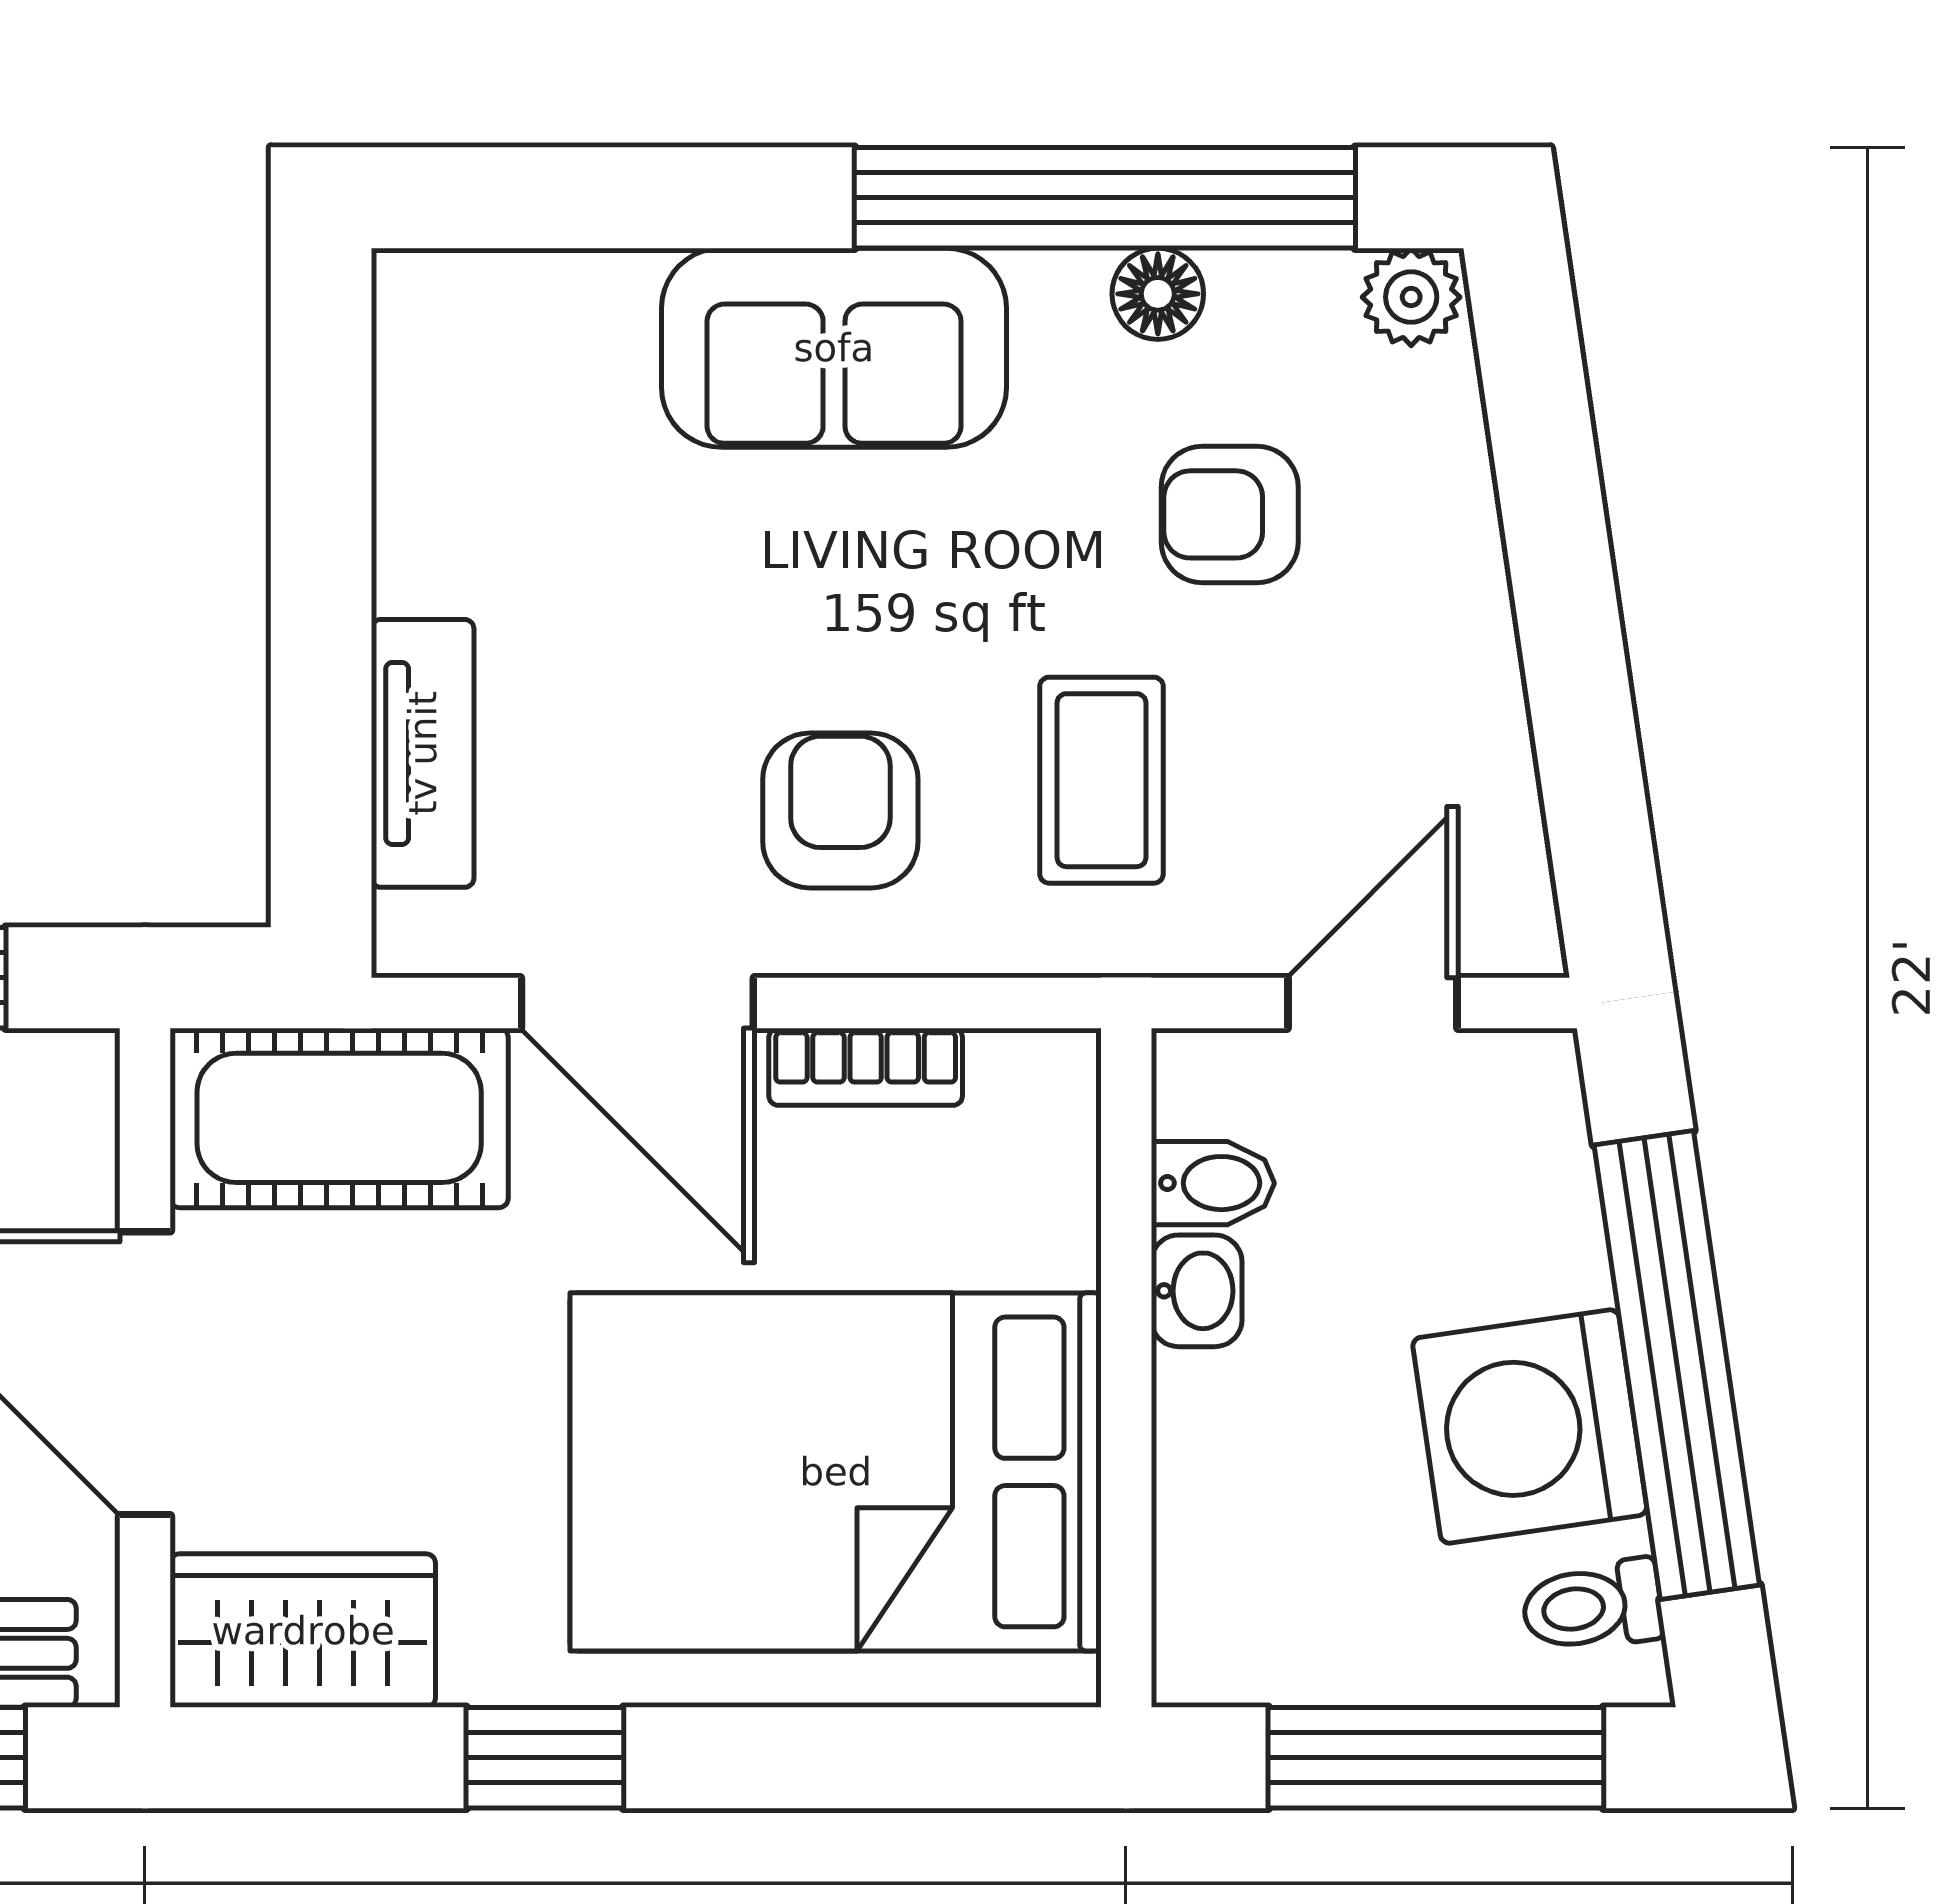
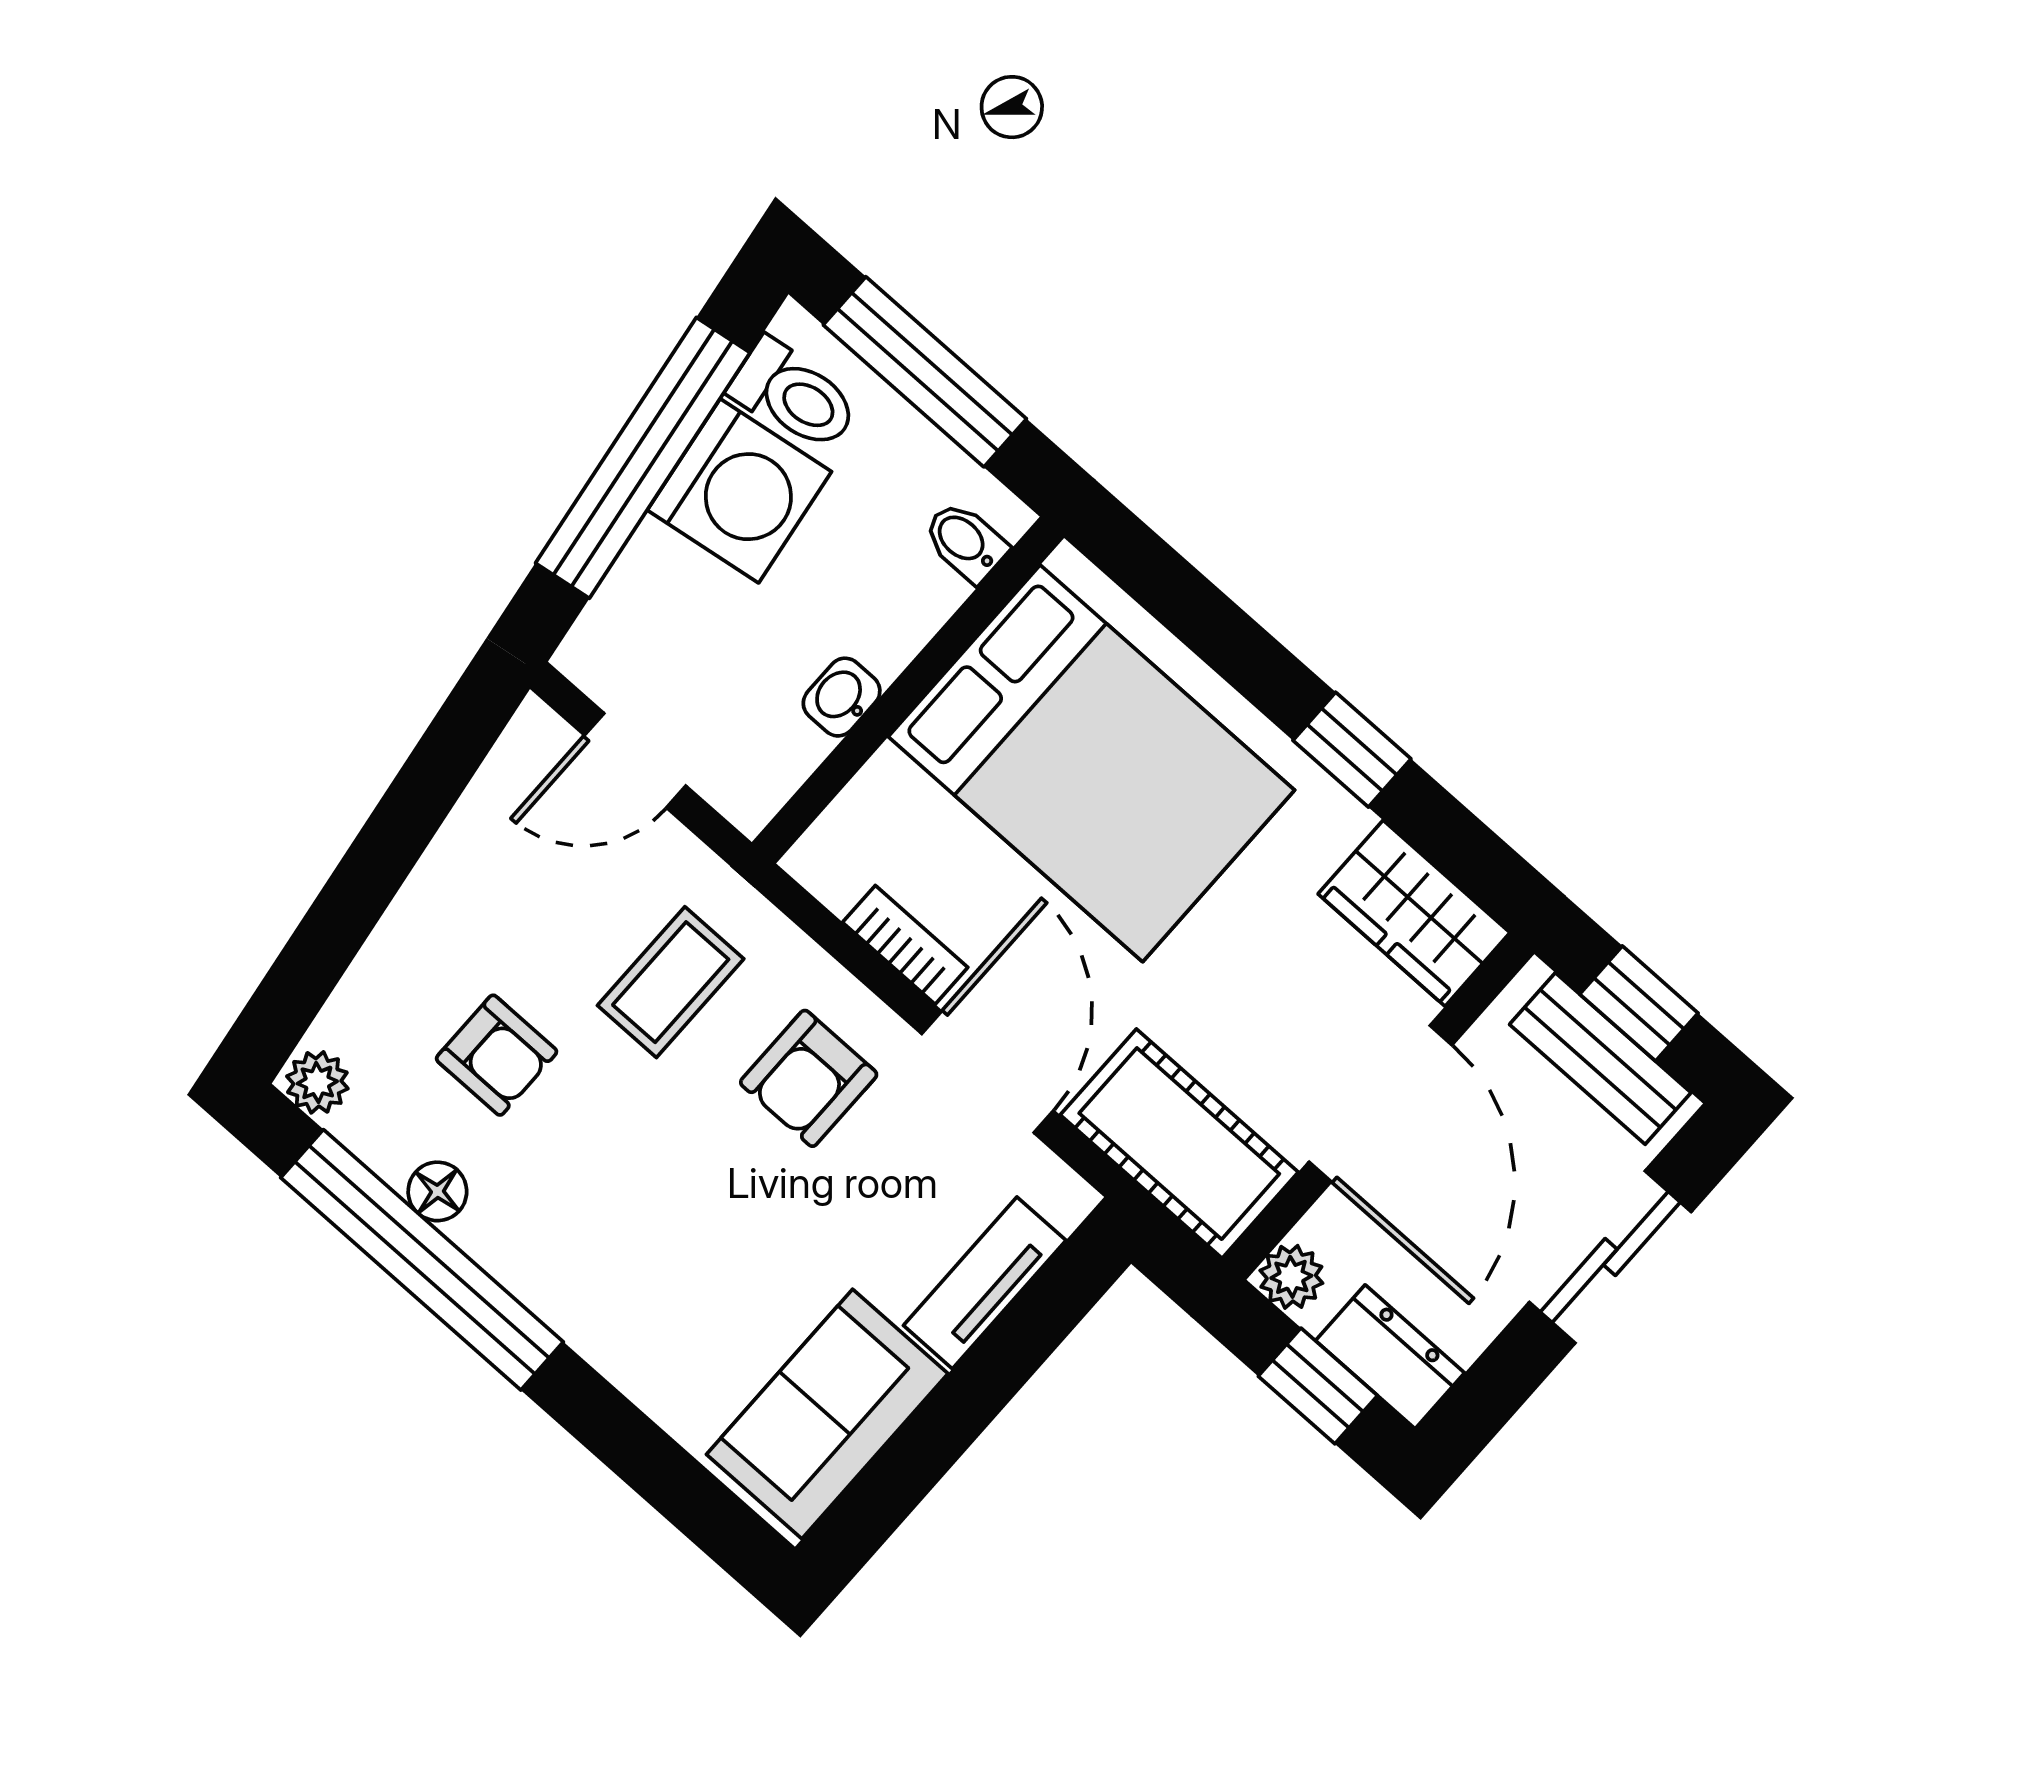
sofa: (834, 348) -> (827, 1414), moved, turned -90
plant: (70, 1078) -> (1291, 1277), added
bidet: (1213, 1183) -> (965, 542), moved
toilet: (1592, 1606) -> (794, 396), width x1.37, depth x1.39

